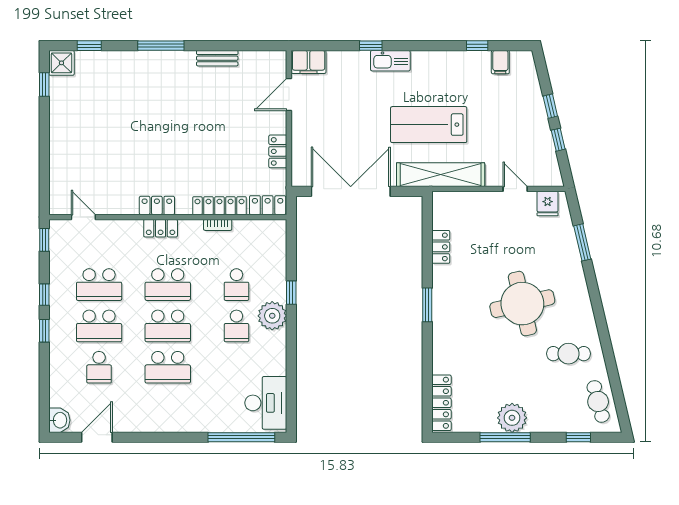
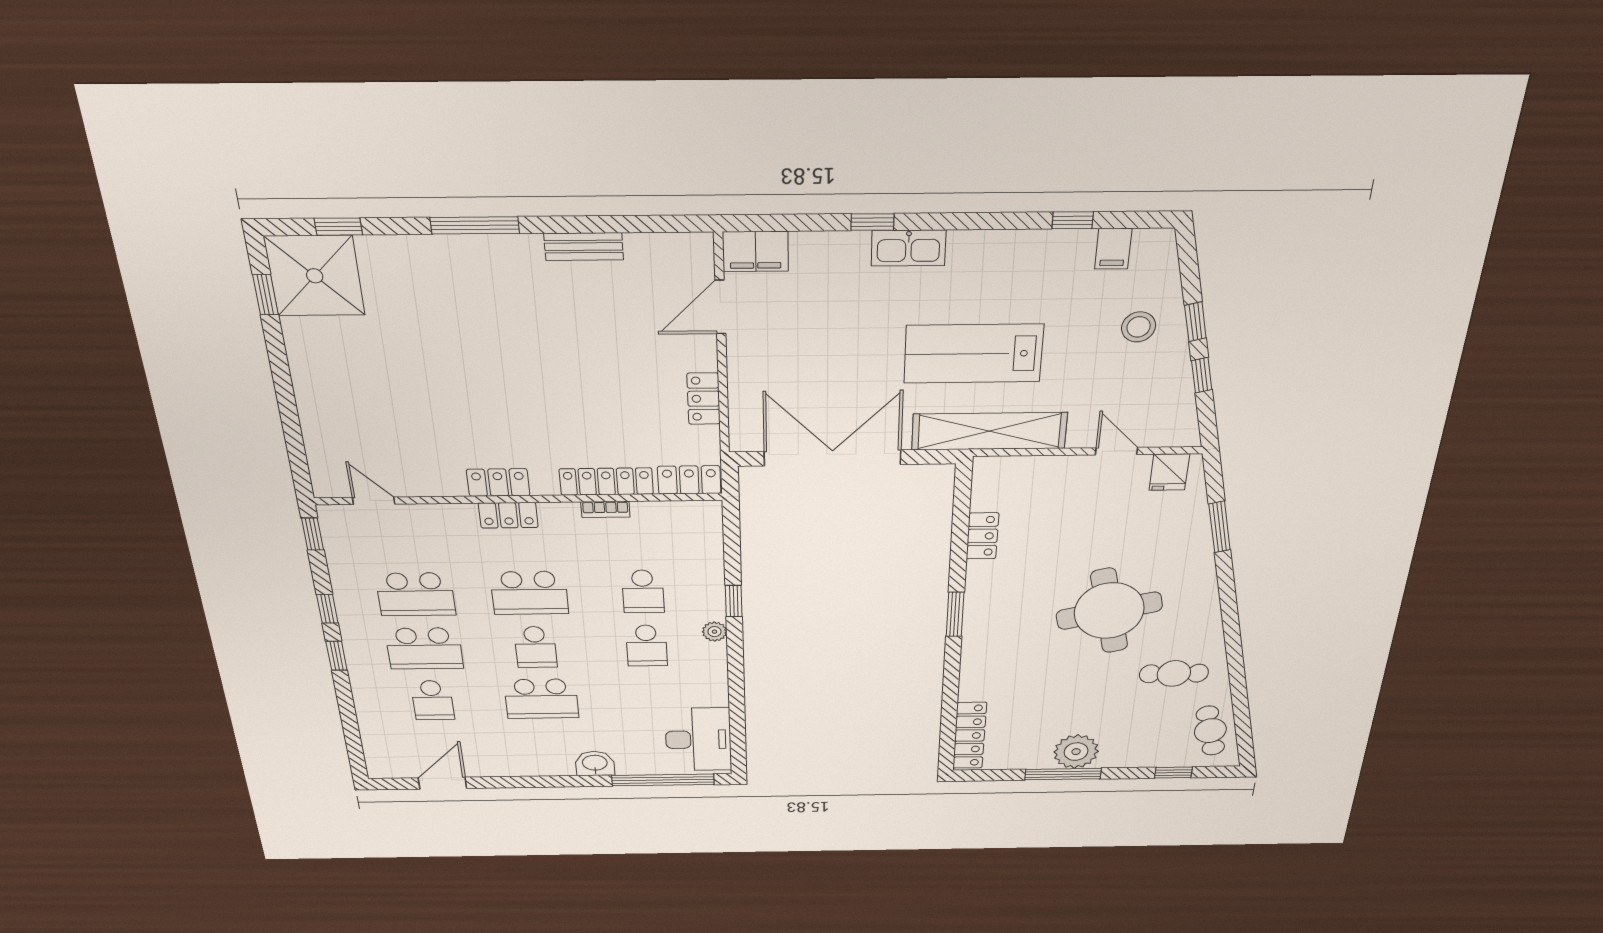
shower: (61, 63) -> (315, 276), width x1.86, depth x1.86
stool: (519, 109) -> (1139, 327), added
plant: (272, 316) -> (715, 632), width x0.53, depth x0.53
school desk: (168, 326) -> (536, 647), width x0.54
washbasin: (59, 420) -> (595, 763), moved, turned -90

